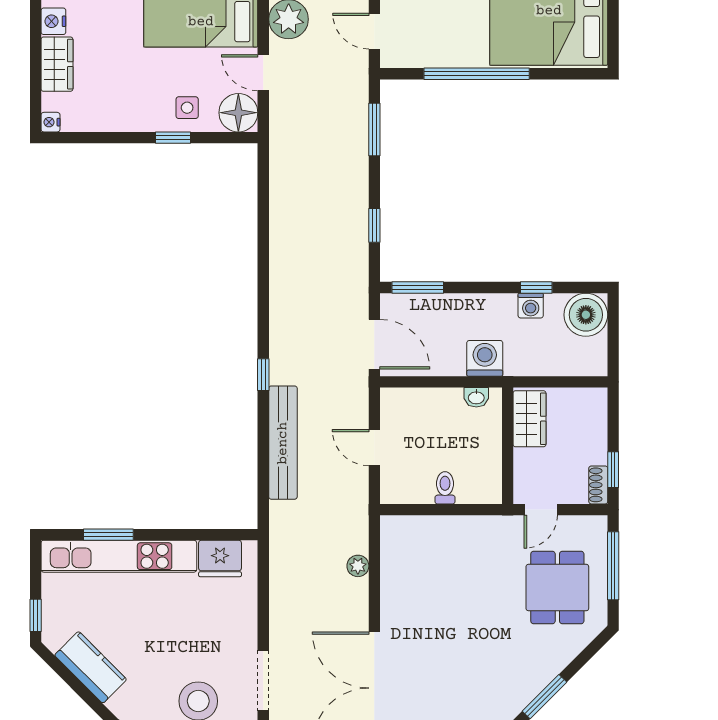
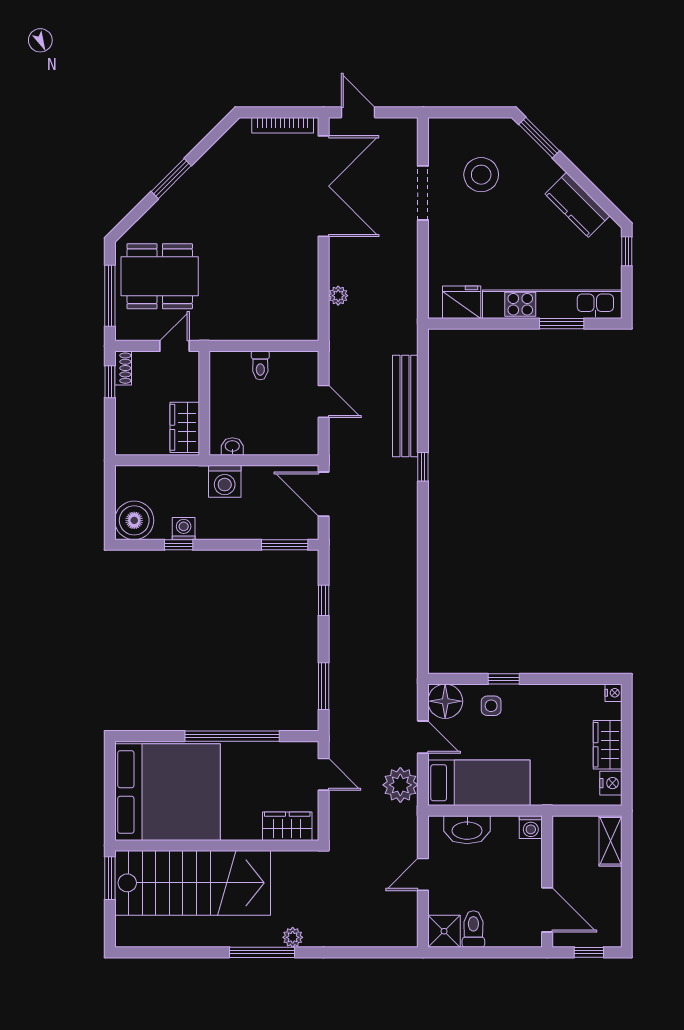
dining table: (557, 588) -> (160, 276), width x1.38

